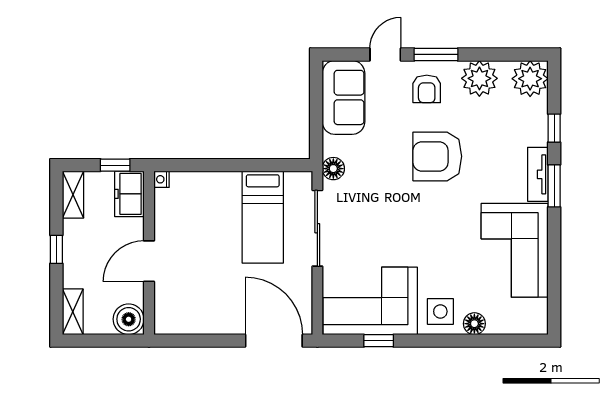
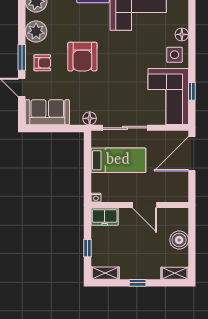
nightstand: (162, 179) -> (96, 198), moved
freezer: (129, 194) -> (105, 217), moved
wall: (149, 253) -> (140, 205), moved
door: (149, 261) -> (145, 205), moved

